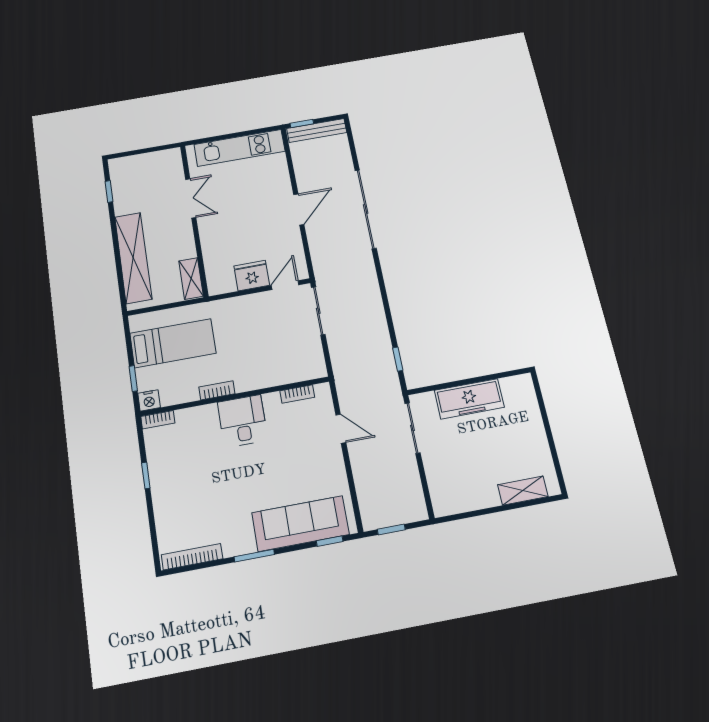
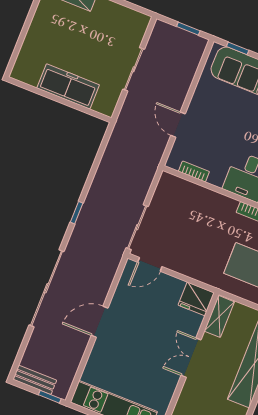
bench: (317, 131) -> (35, 380), width x0.73
double door: (191, 198) -> (191, 358), moved
fridge: (252, 276) -> (196, 299), moved
window: (398, 359) -> (77, 213), moved
sliding door: (412, 428) -> (134, 69), moved

